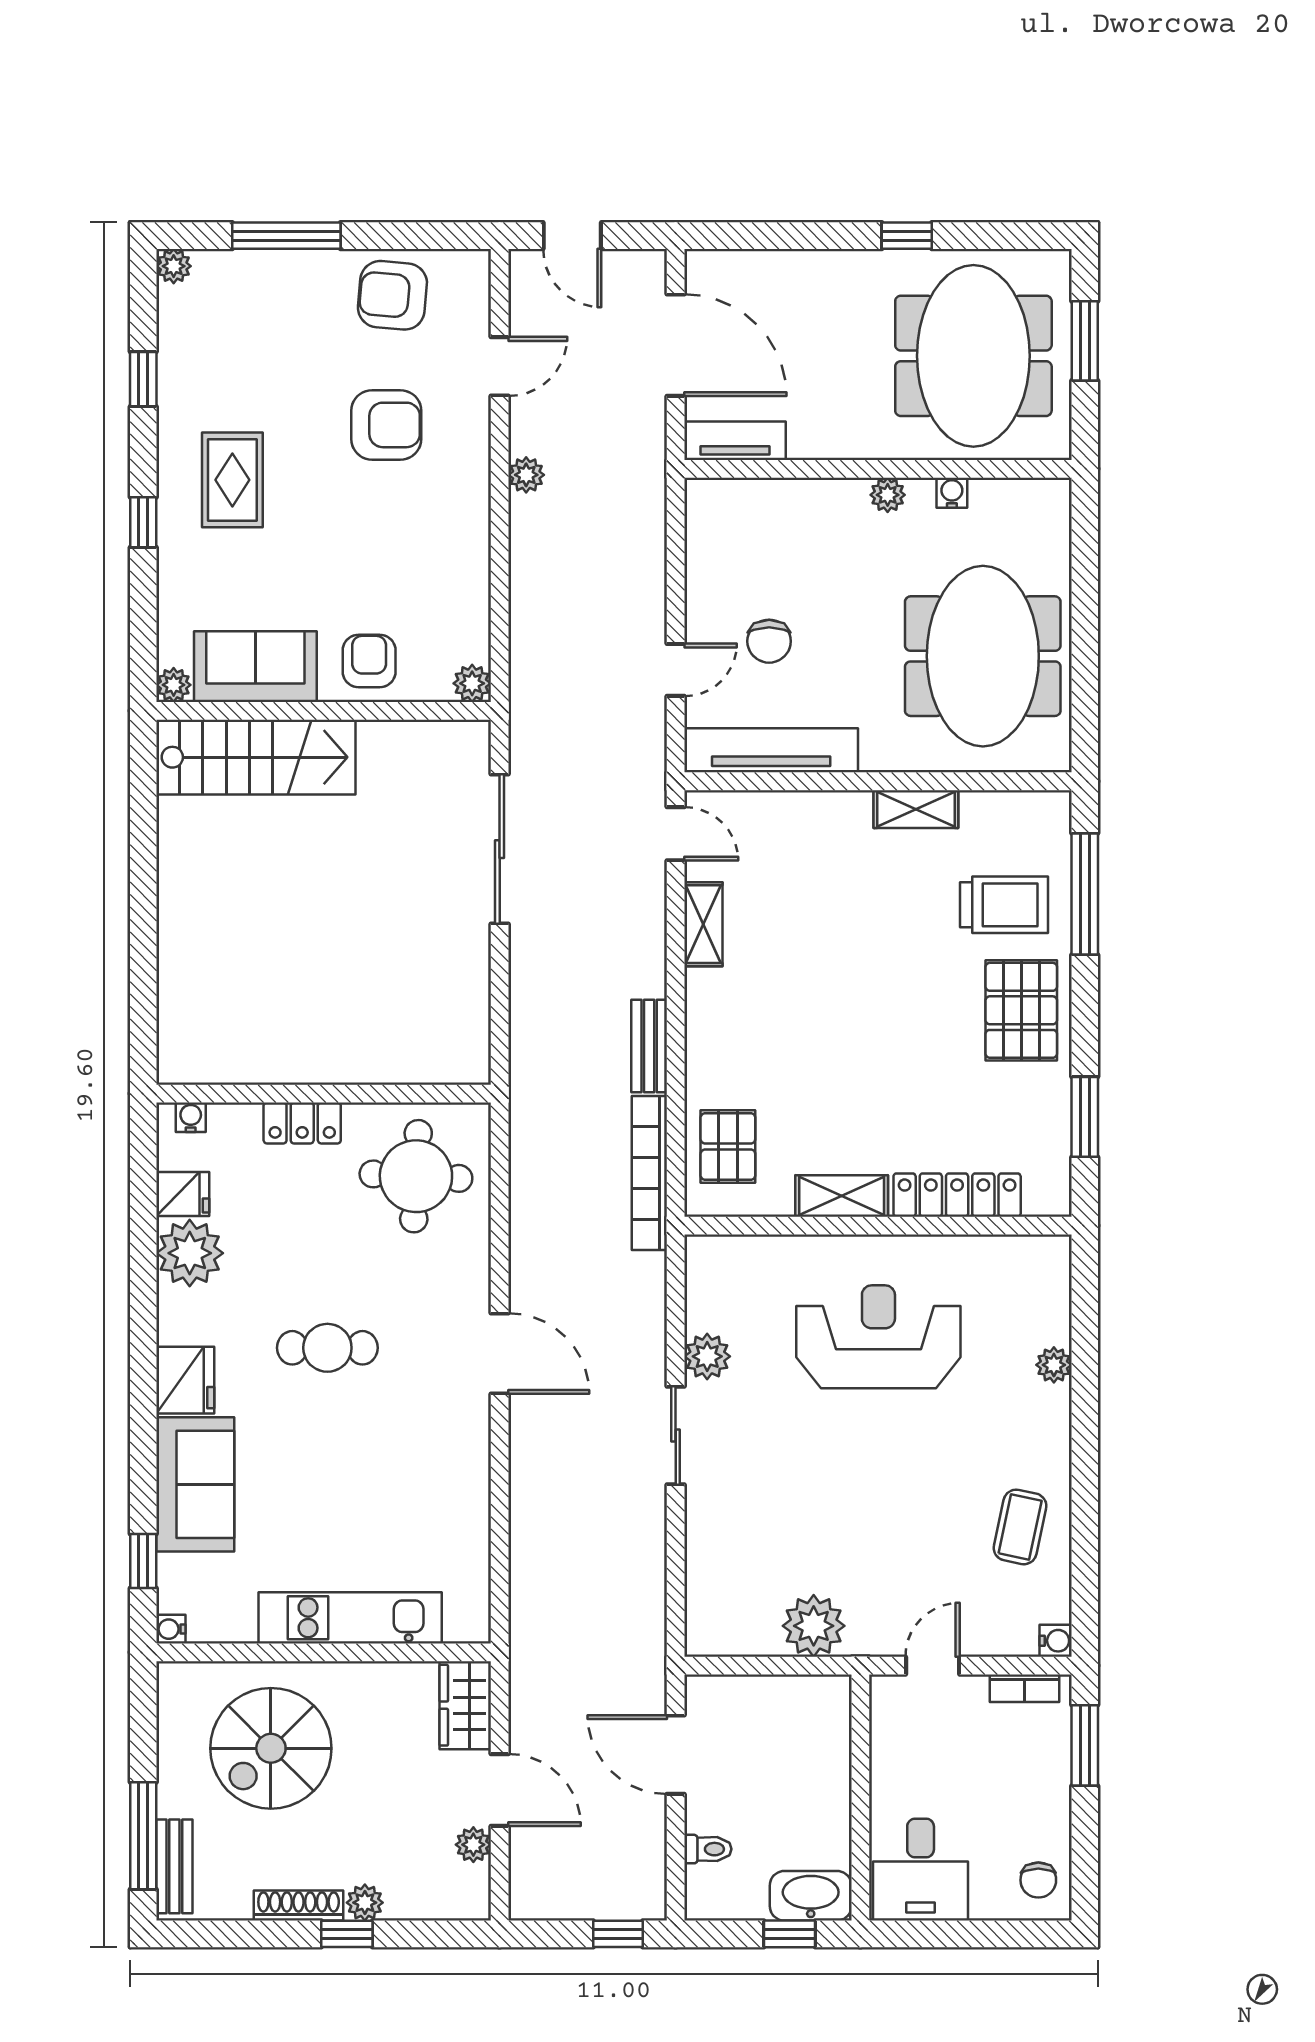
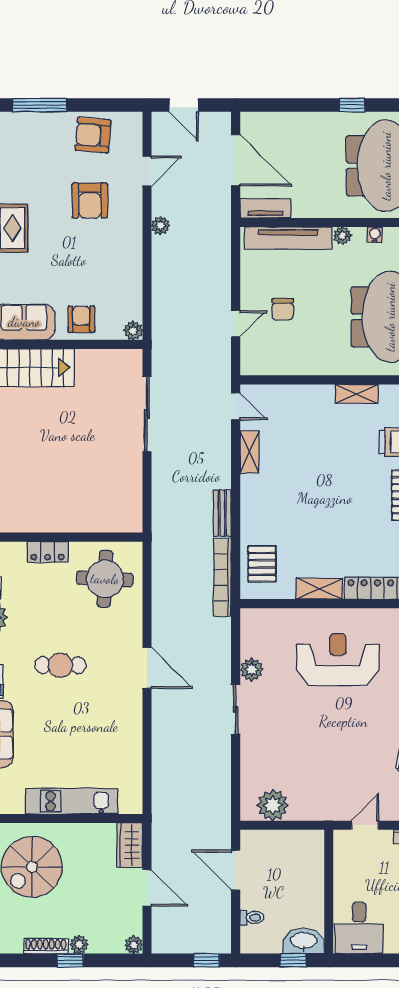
armchair: (386, 425) -> (90, 200), turned 90
tv unit: (771, 750) -> (288, 238), moved, turned 180
plant: (814, 1626) -> (273, 805), moved
plant: (473, 1845) -> (134, 945), moved

